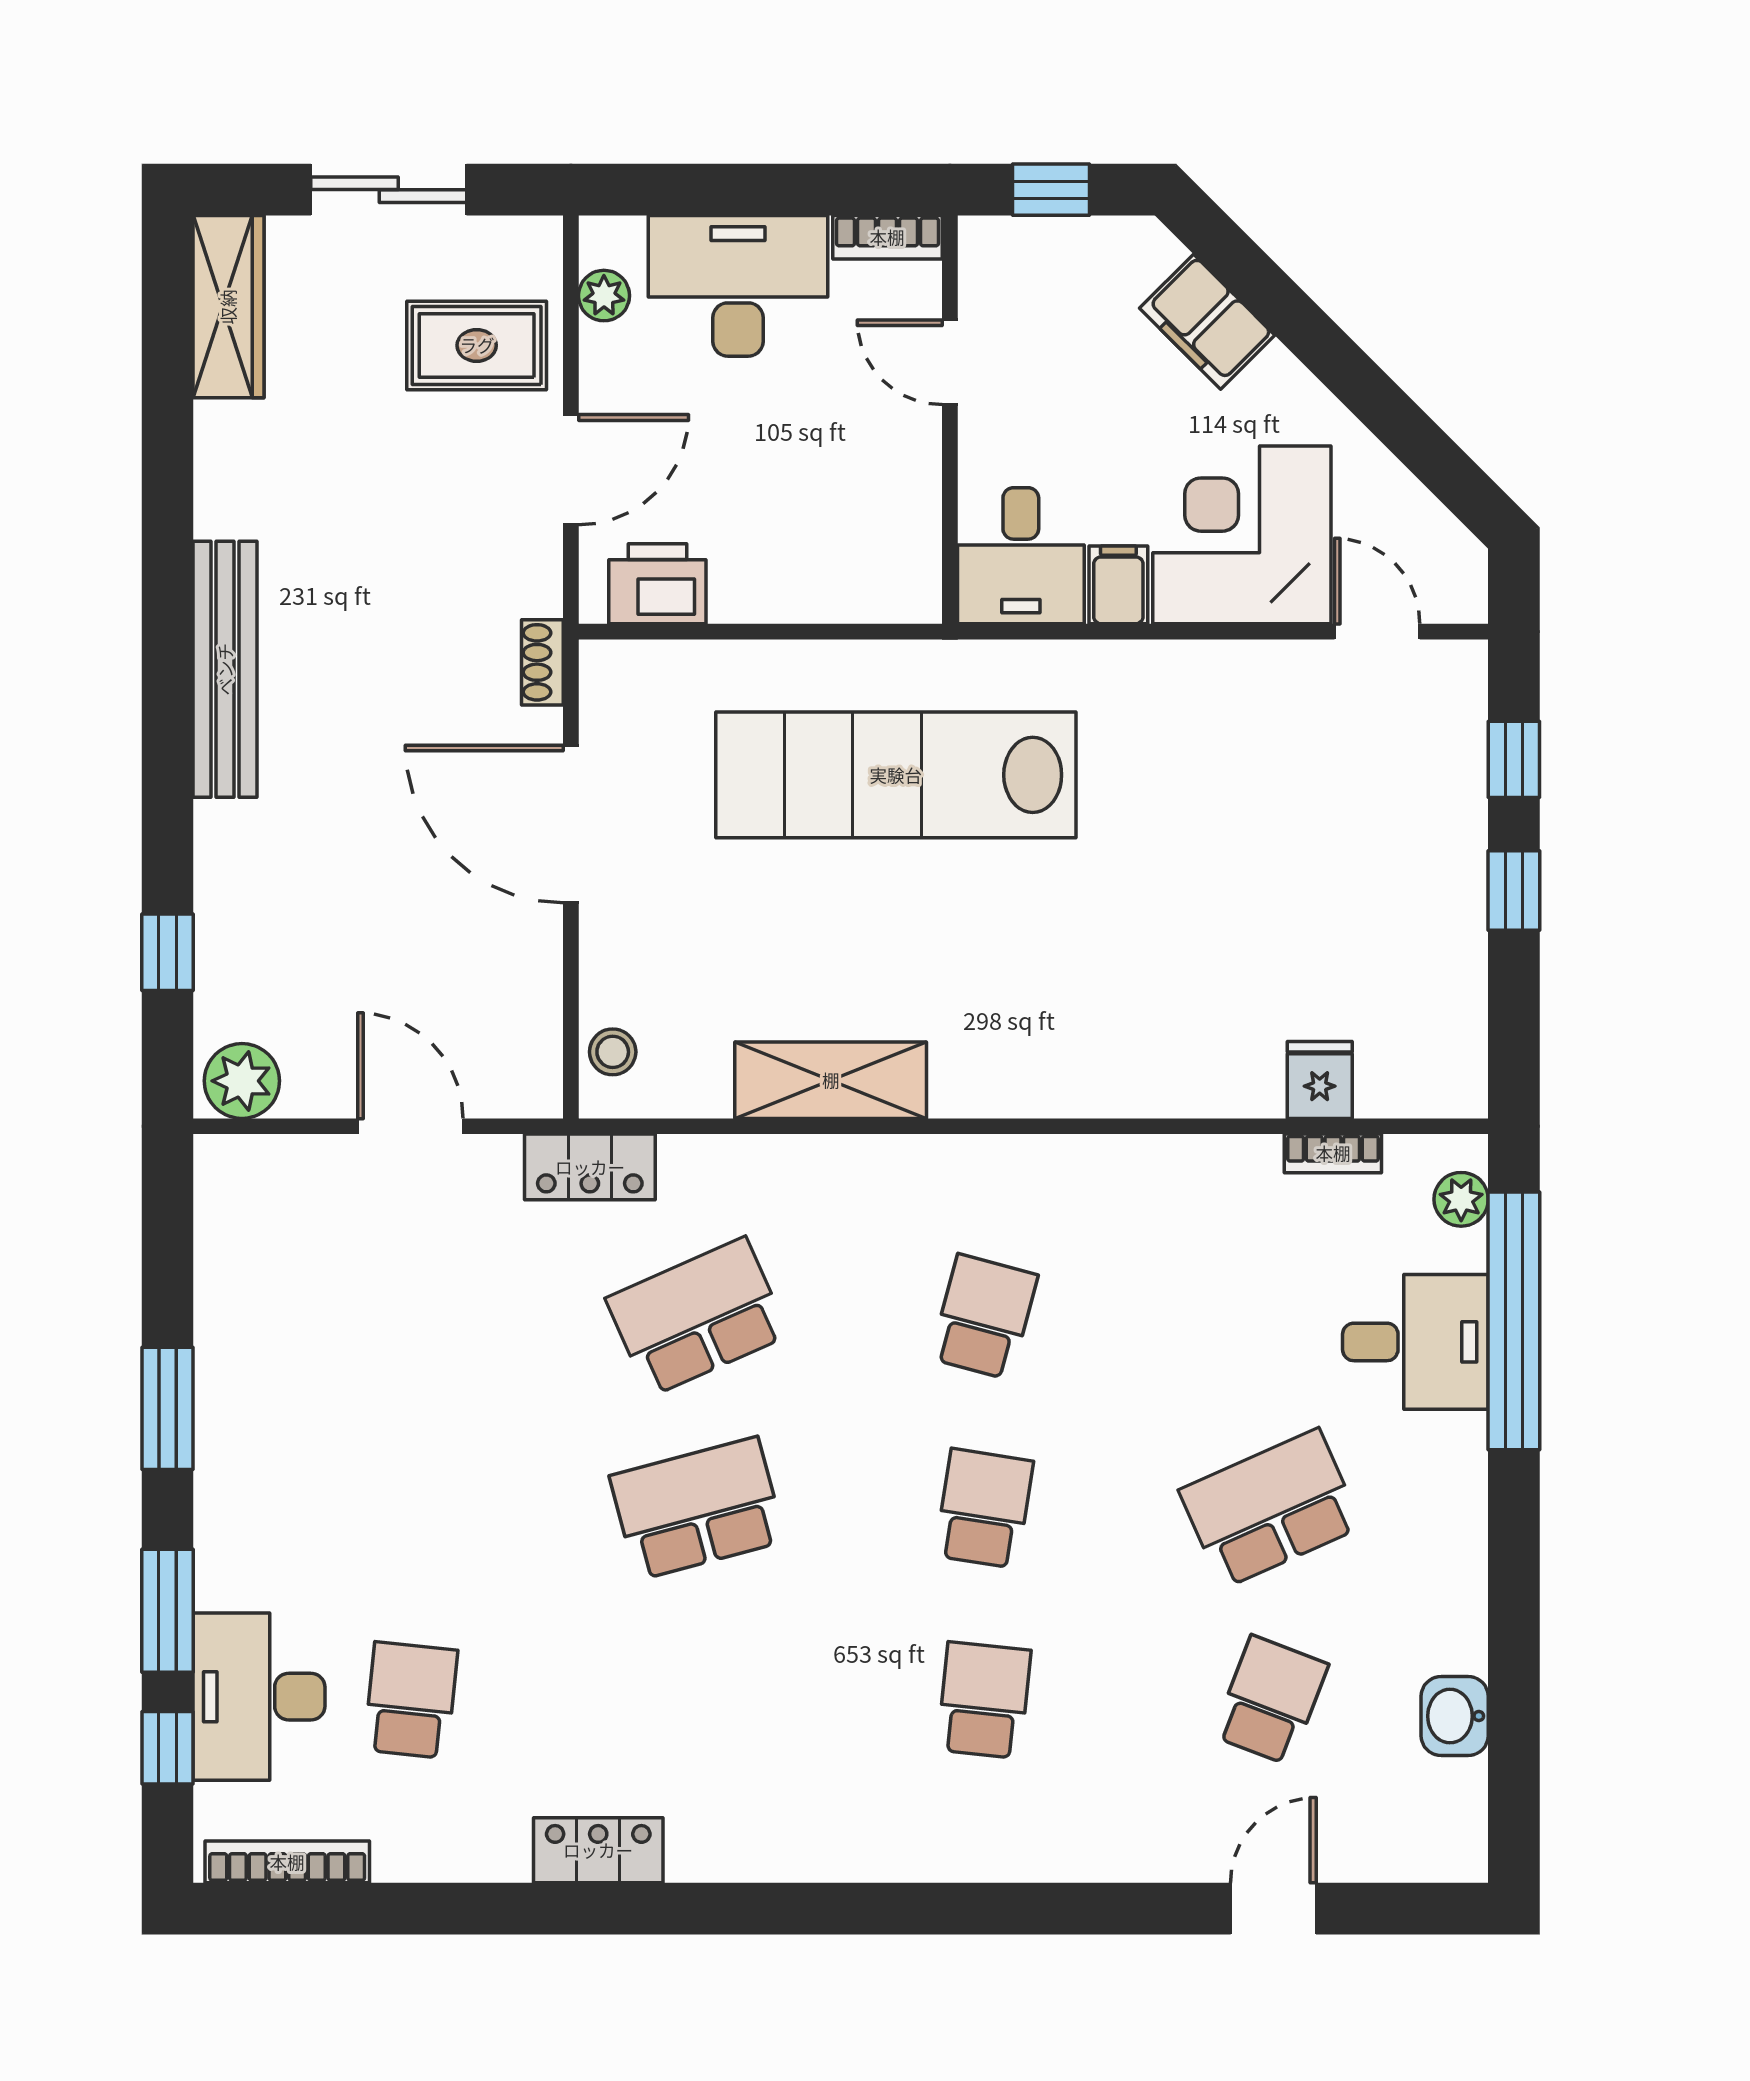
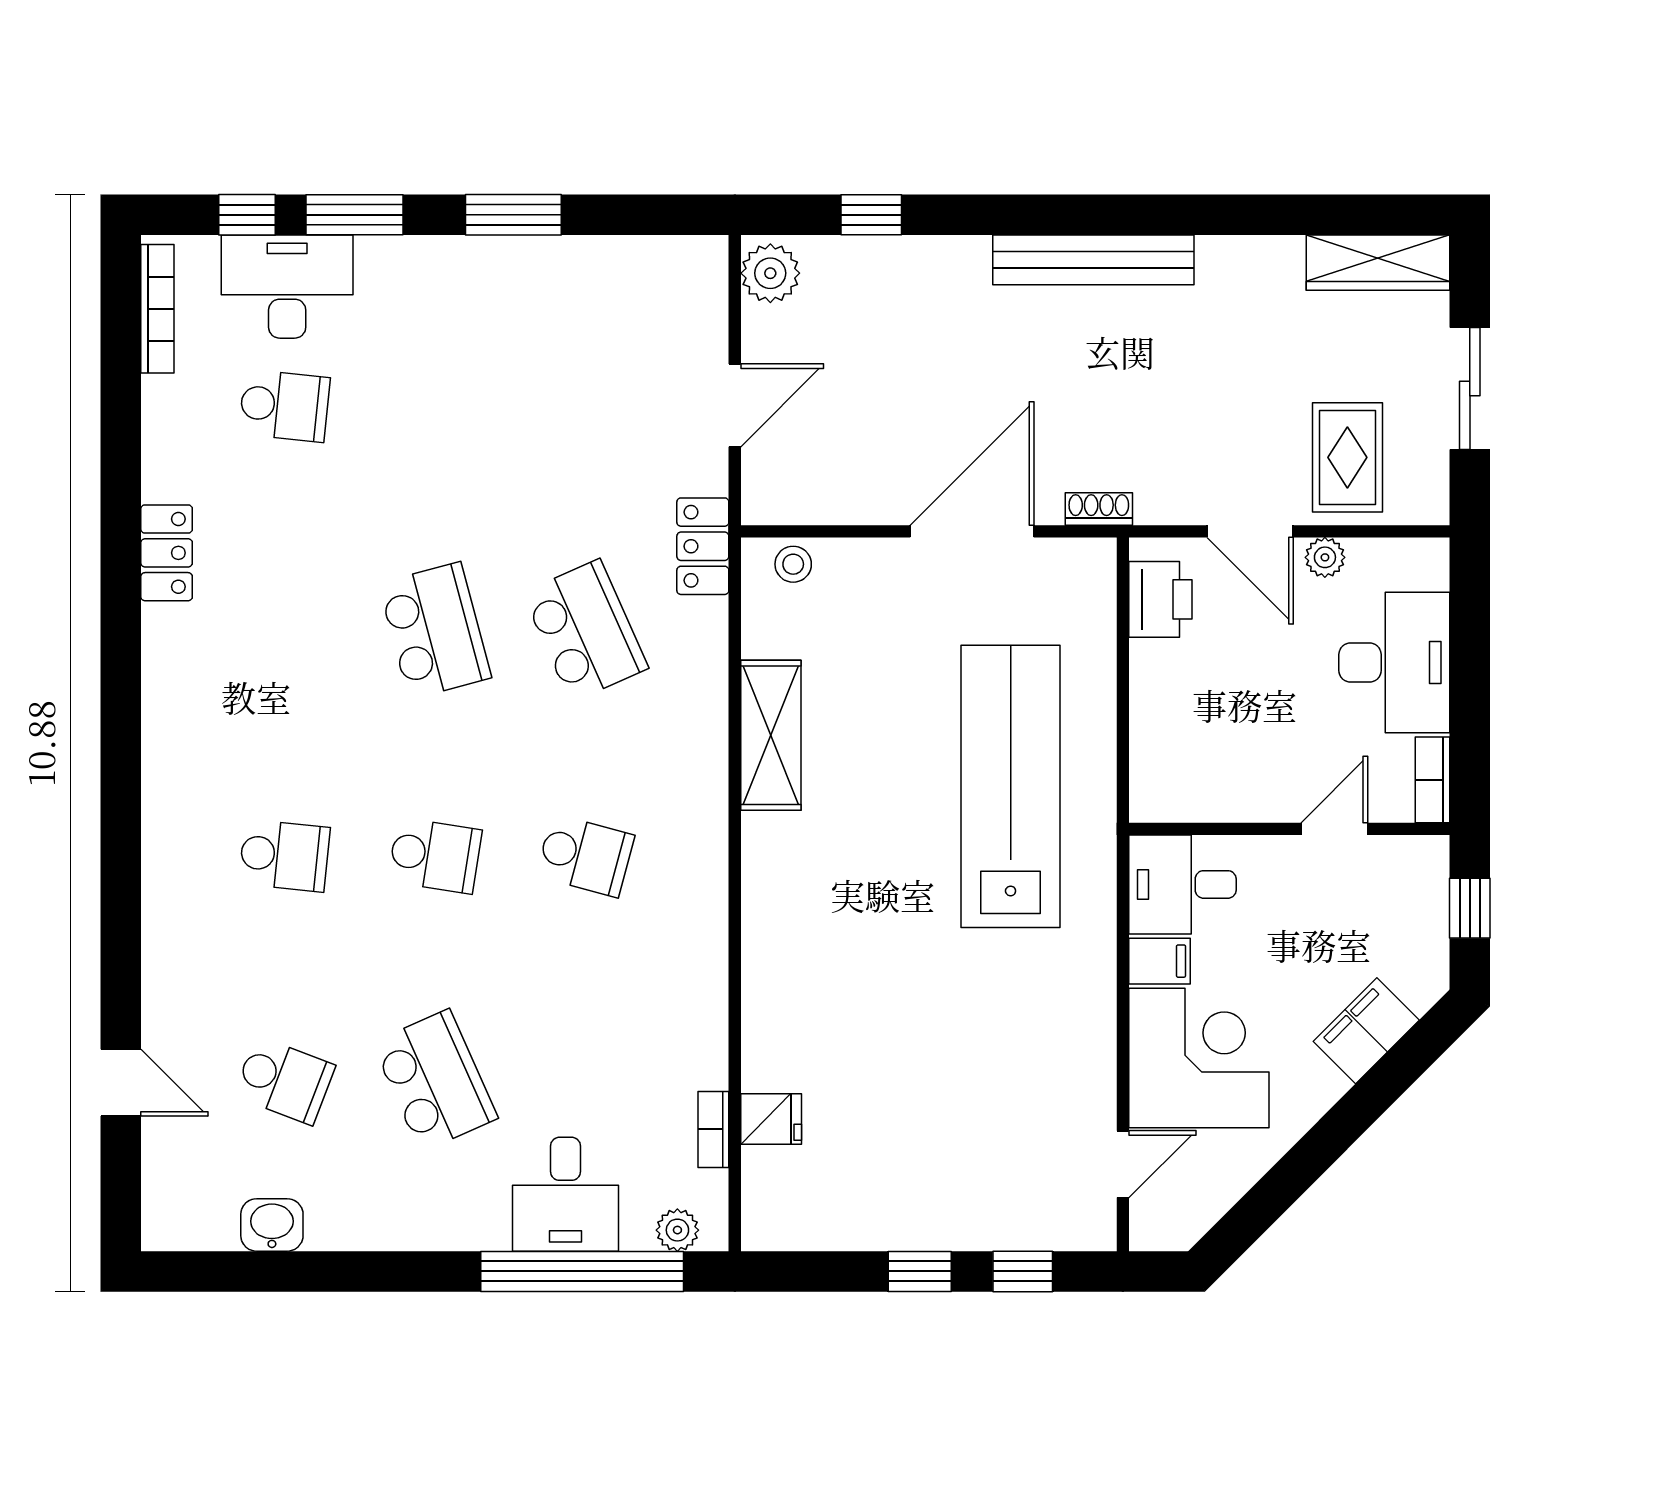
plant: (604, 296) -> (1325, 557), moved

